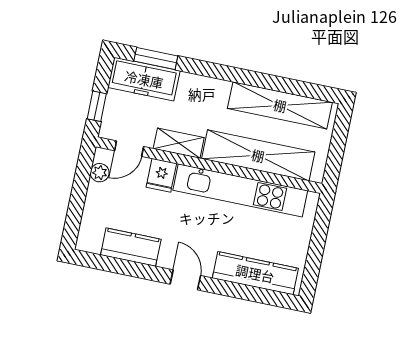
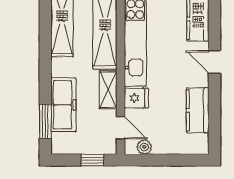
freezer: (144, 79) -> (63, 105), moved
door: (185, 280) -> (215, 62), hinge flipped

